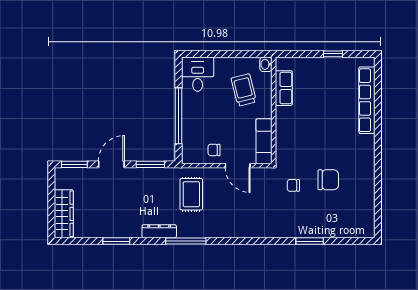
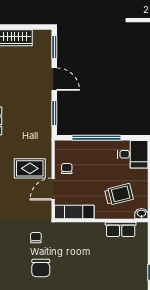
rug: (191, 194) -> (30, 168), moved

